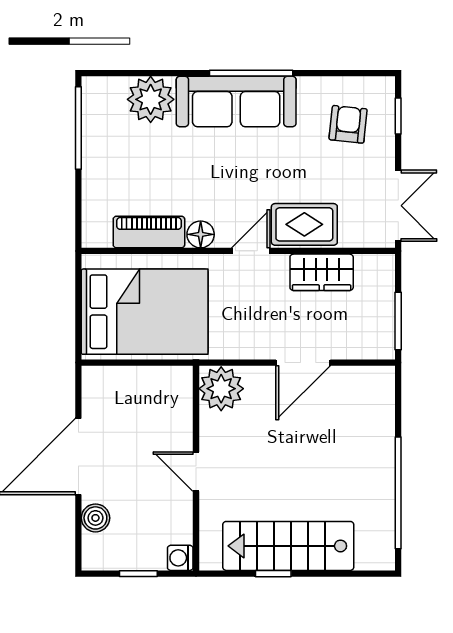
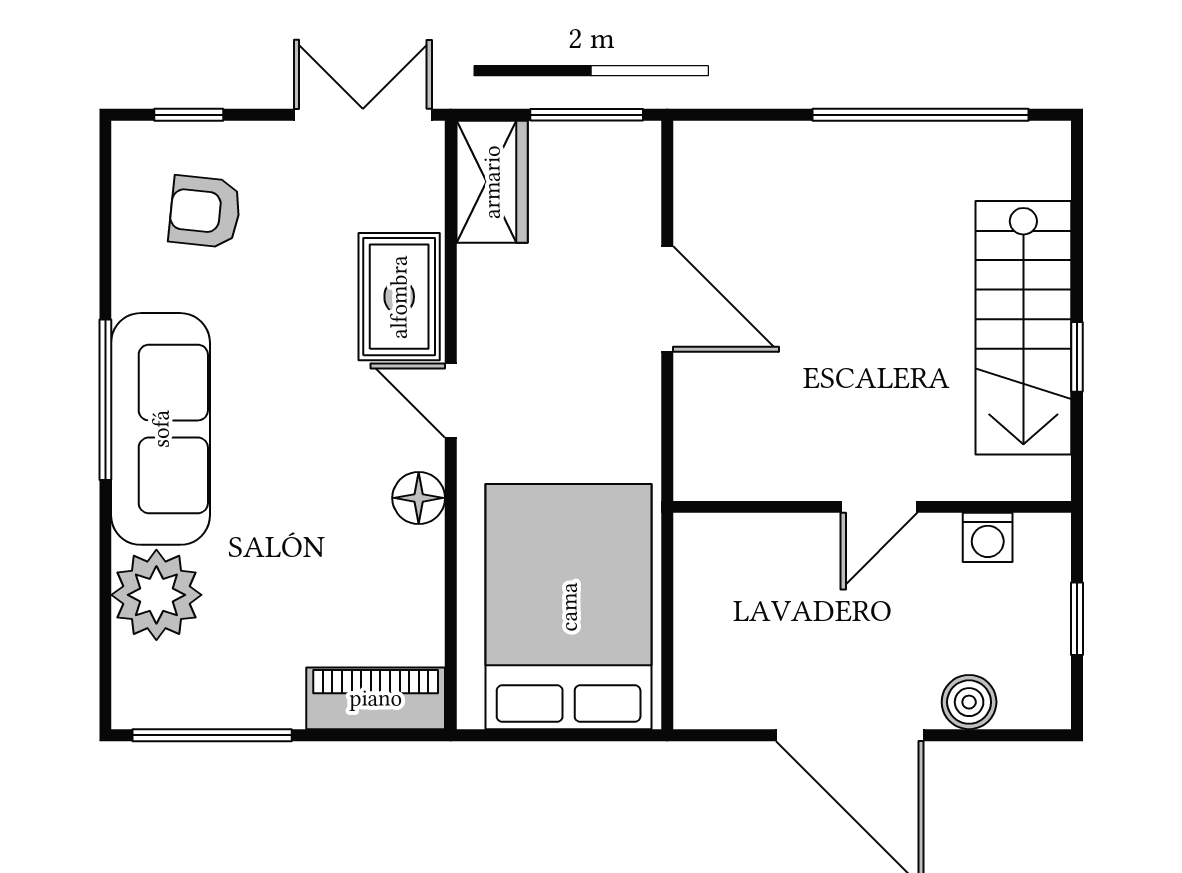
piano: (149, 232) -> (376, 698), moved, turned 90
wardrobe: (322, 272) -> (492, 182), moved
plant: (221, 389) -> (718, 458), removed
washing machine: (180, 558) -> (988, 537), moved

